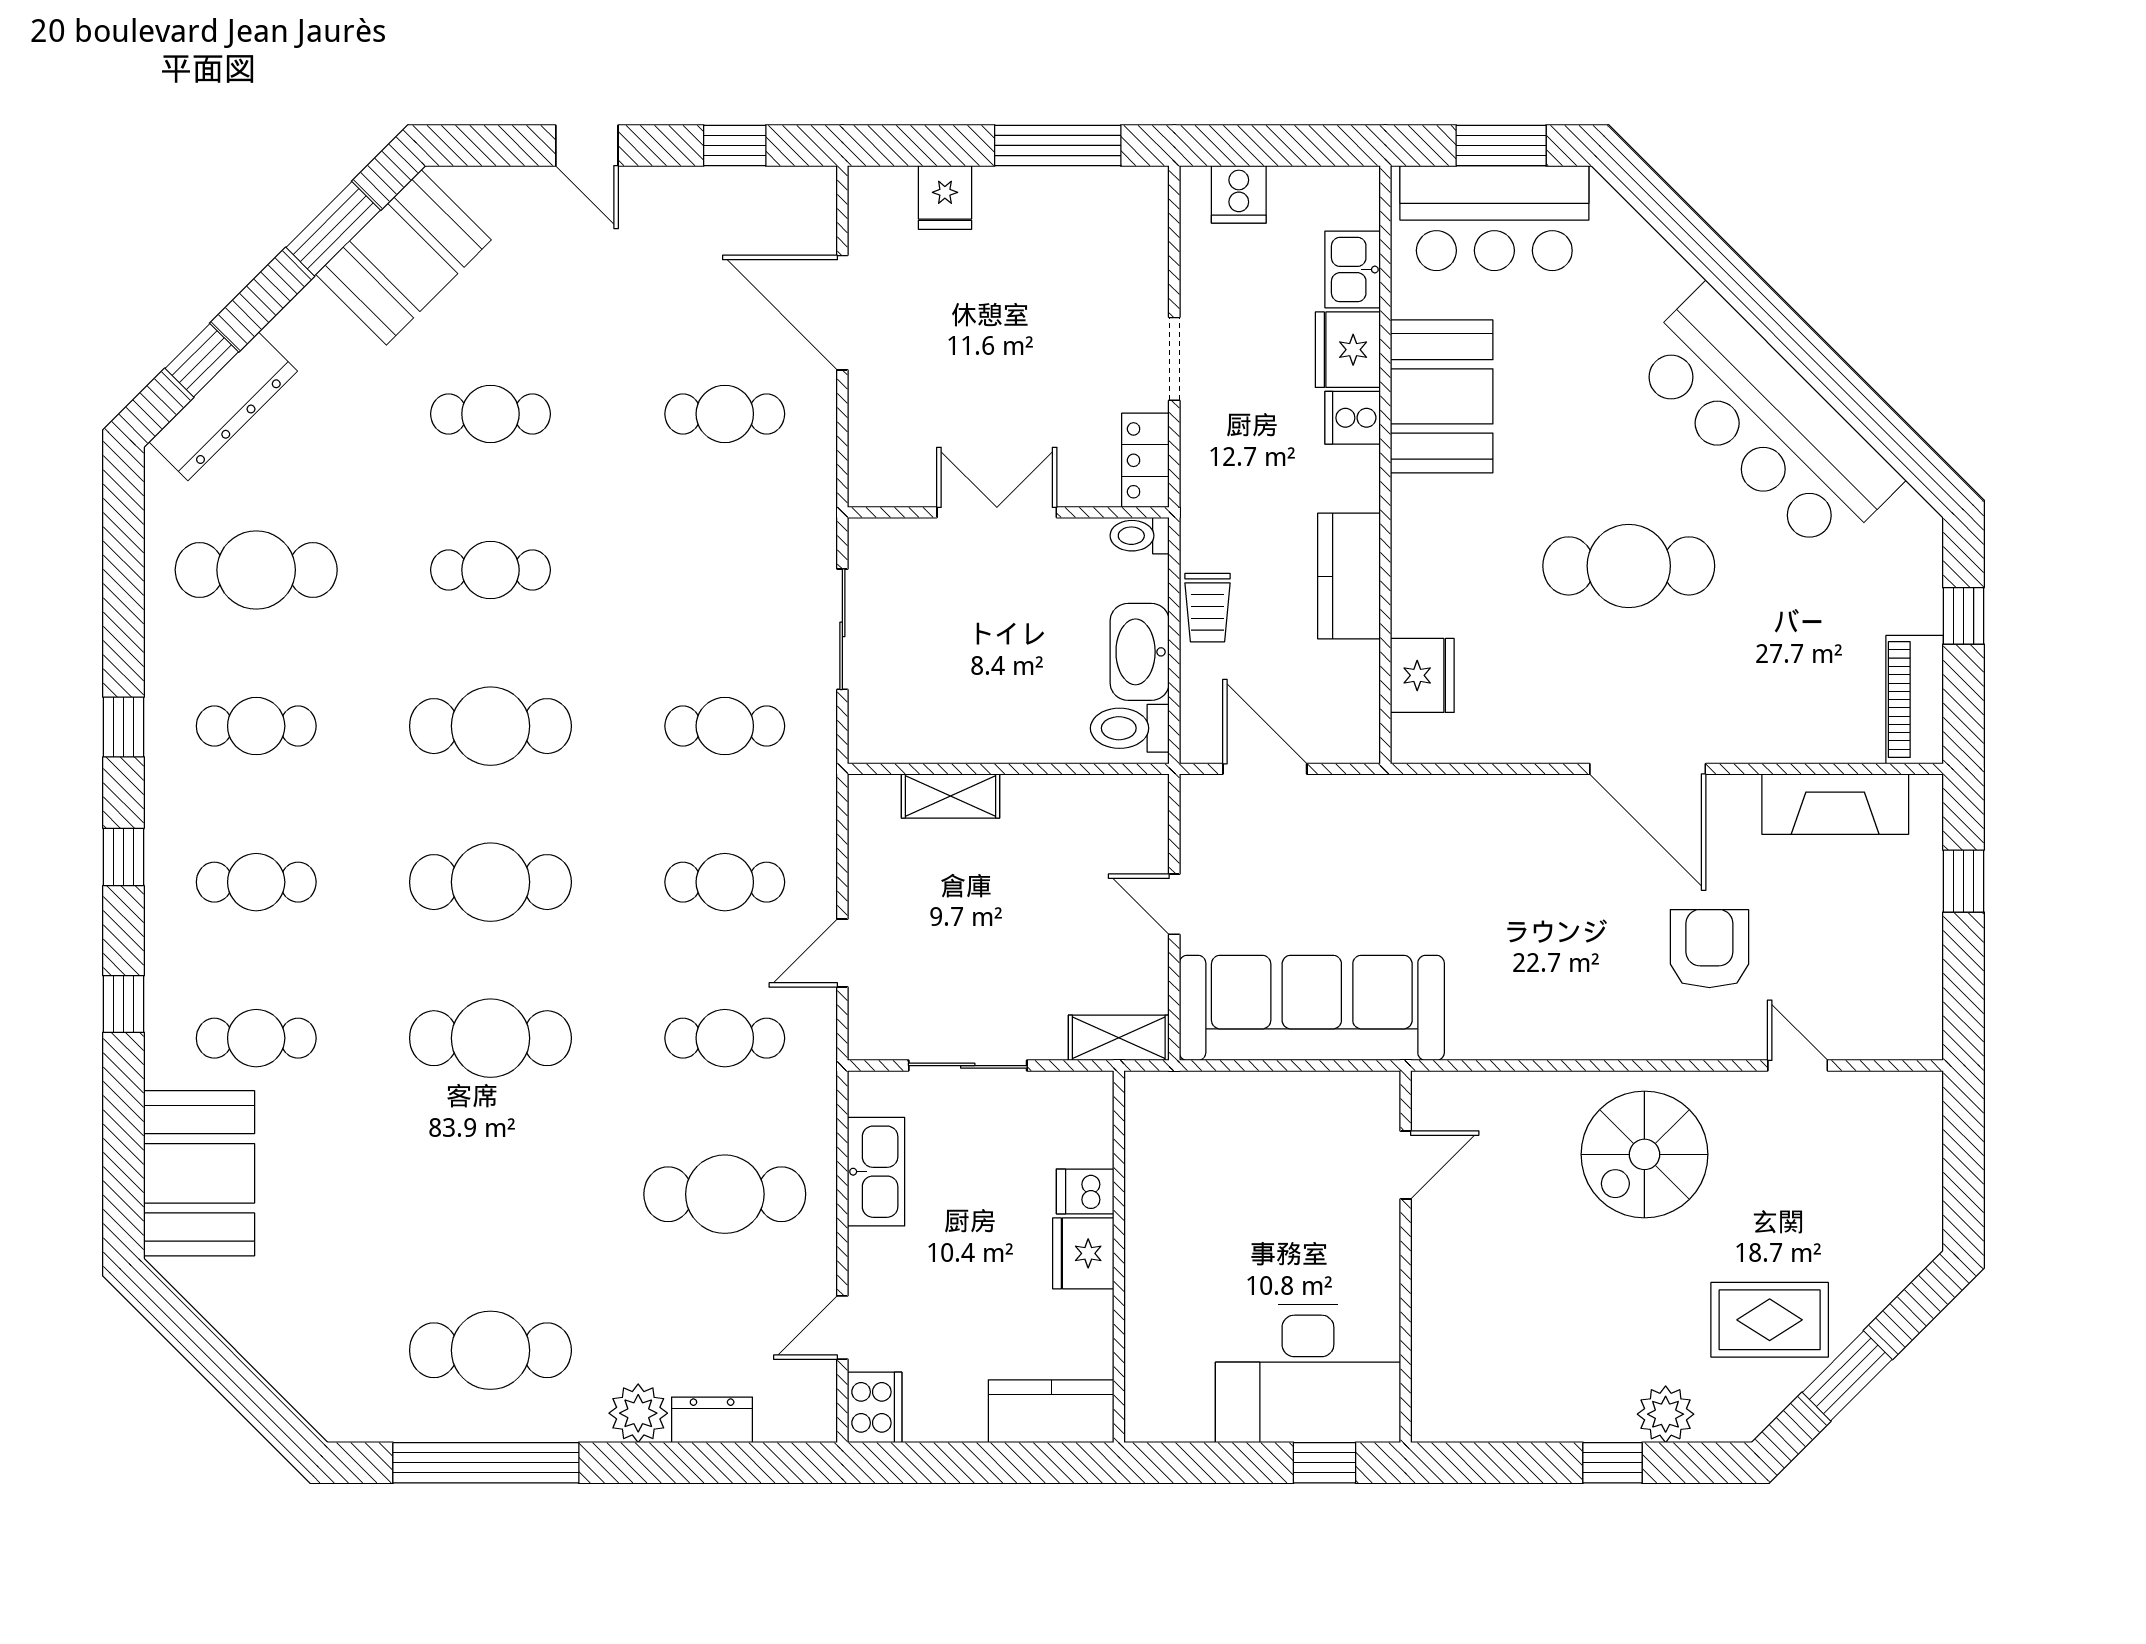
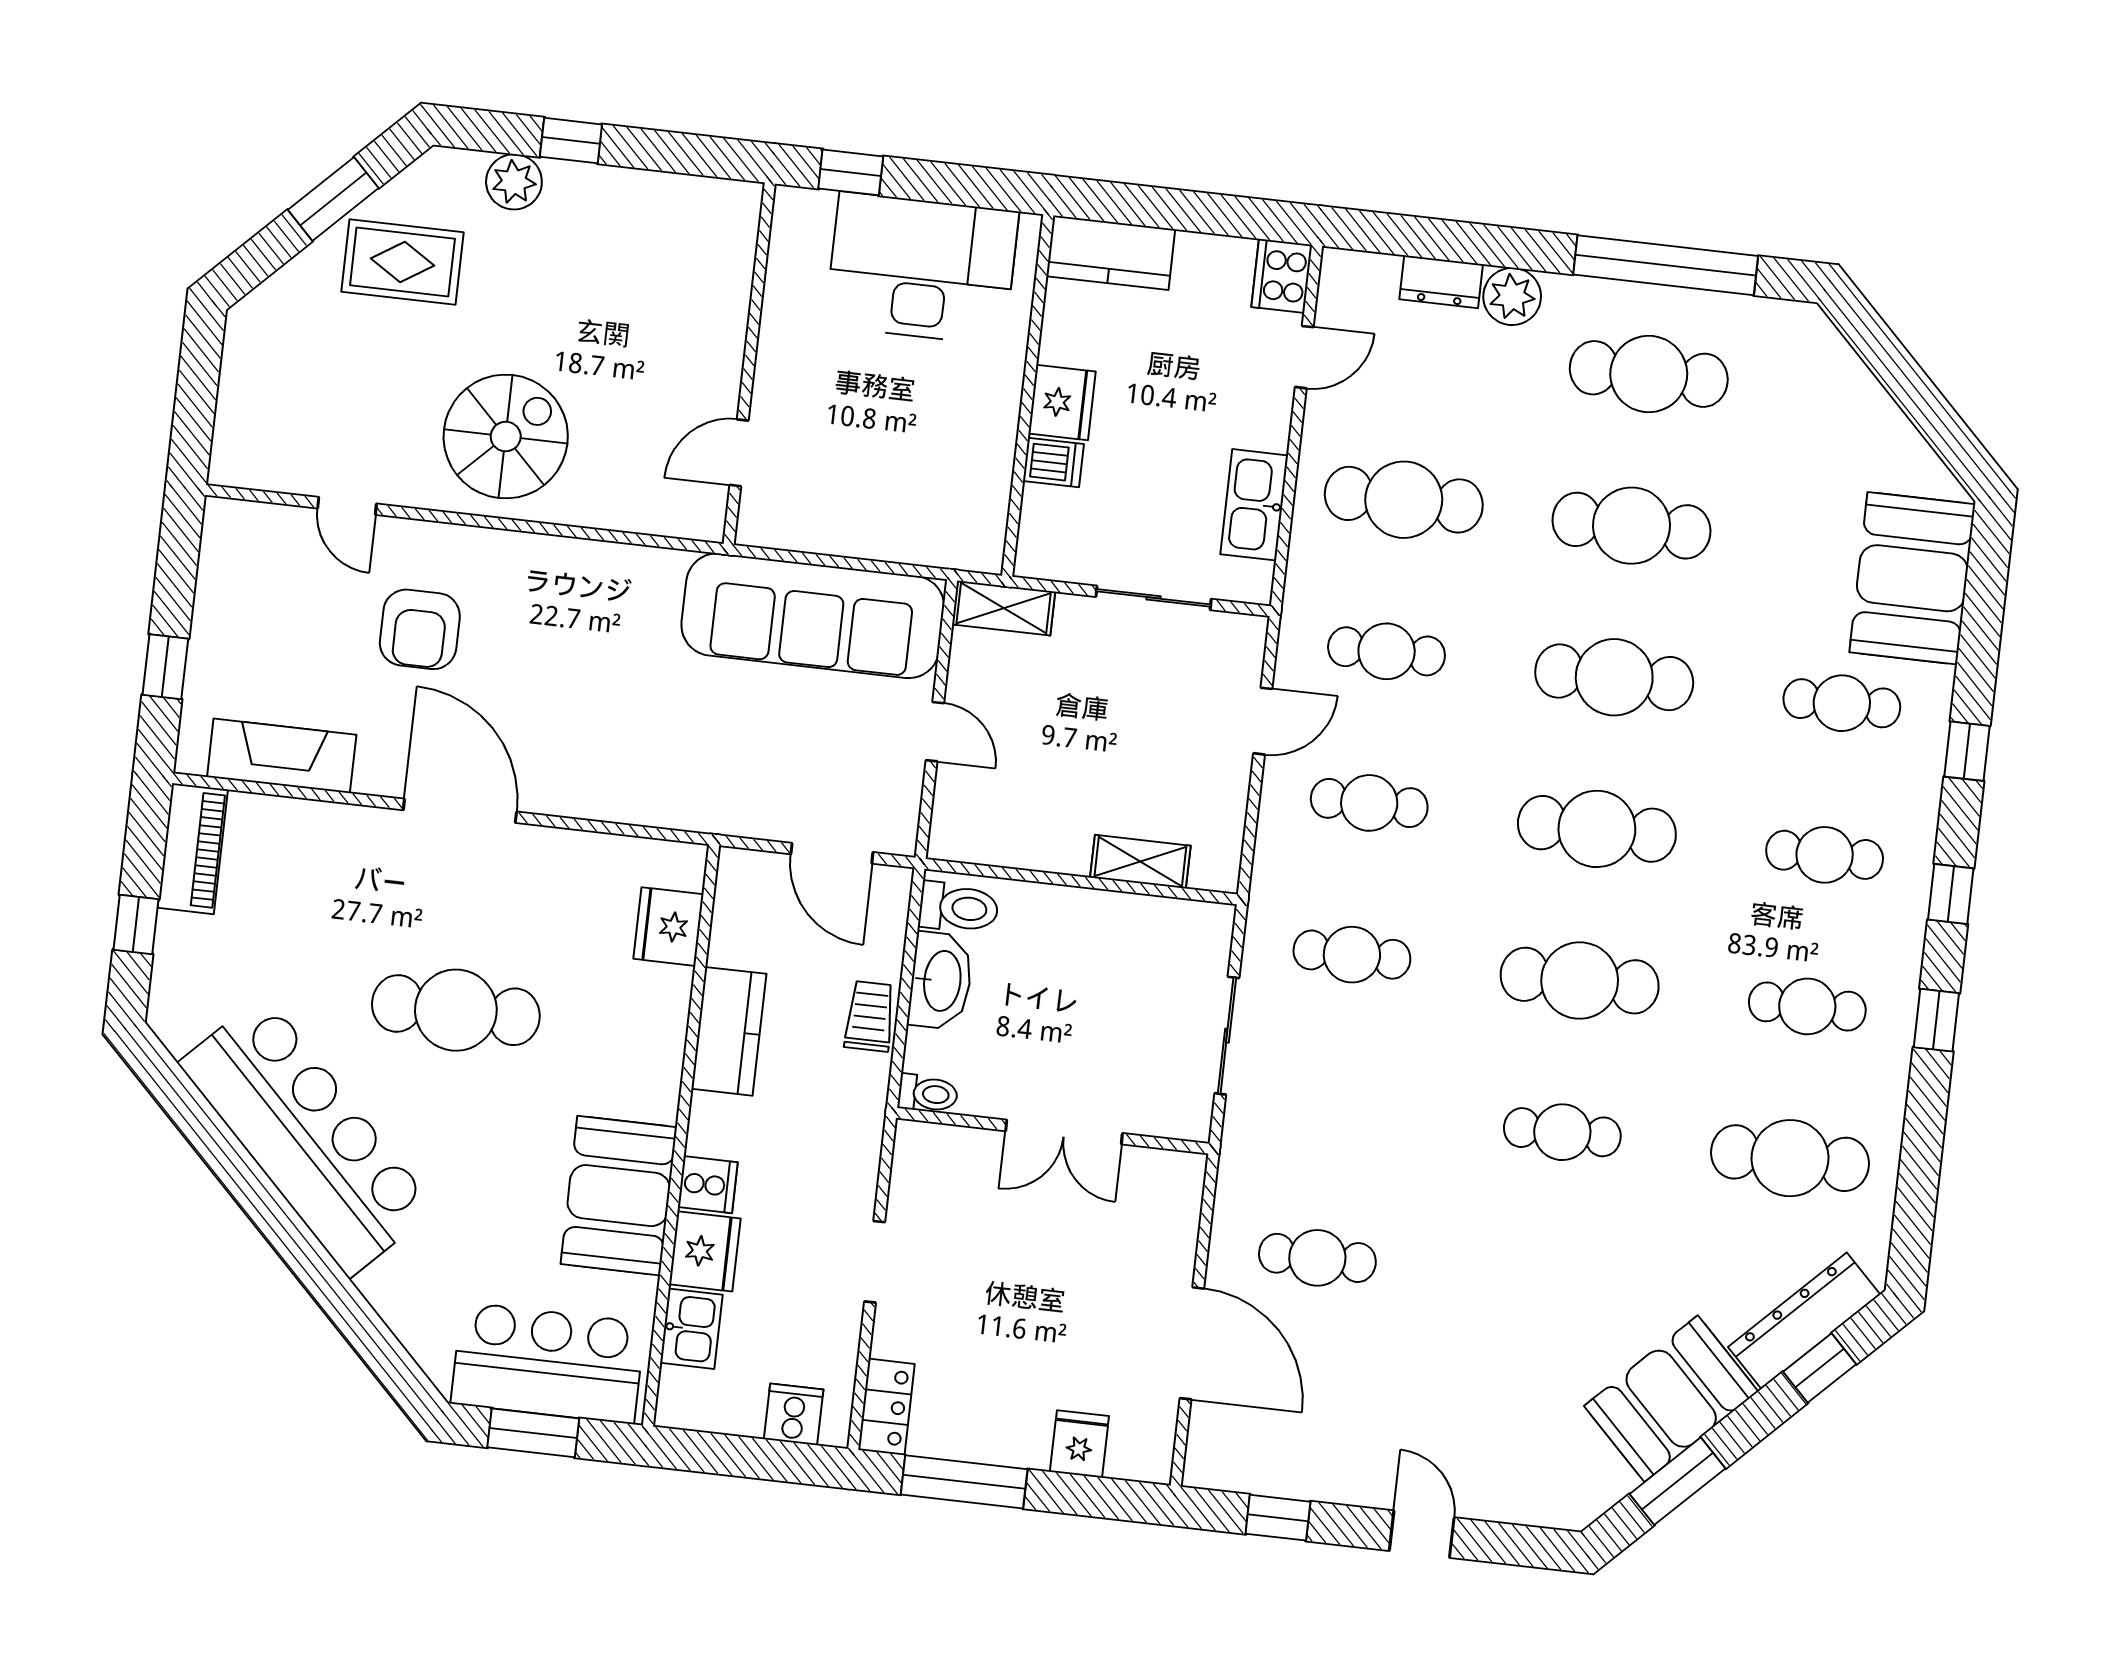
booth: (404, 257) -> (1671, 1399), moved
cafe table: (490, 414) -> (1631, 526), moved, width x1.37, depth x1.35
locker: (1145, 460) -> (886, 1407), moved
desk: (1308, 1373) -> (922, 268), moved

